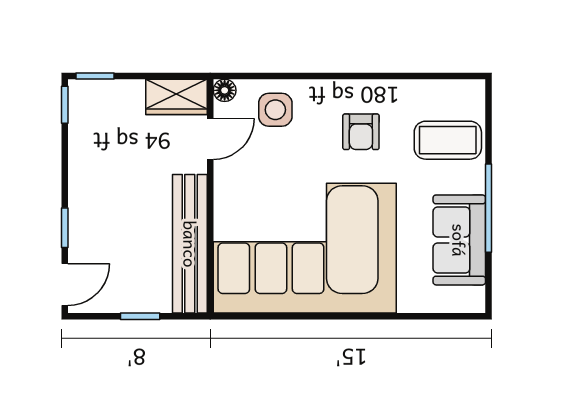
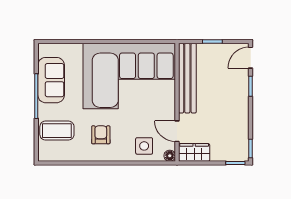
door: (210, 139) -> (177, 131), hinge flipped

